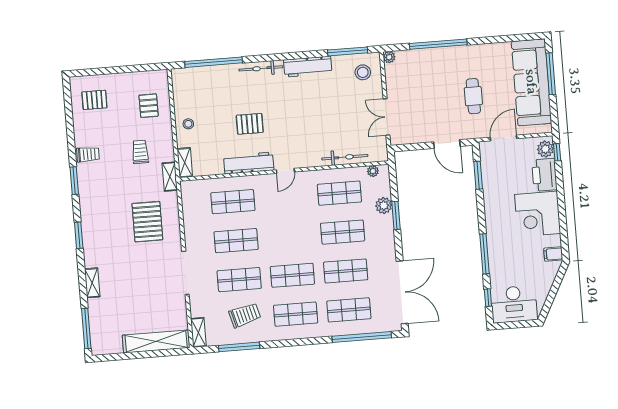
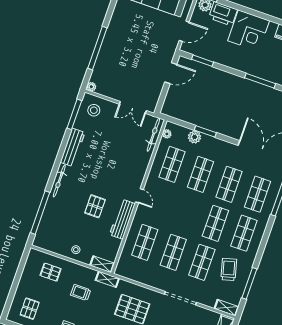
cafe table: (473, 96) -> (145, 39), removed
door: (503, 138) -> (184, 31), swing flipped
bicycle: (345, 157) -> (153, 135), moved

